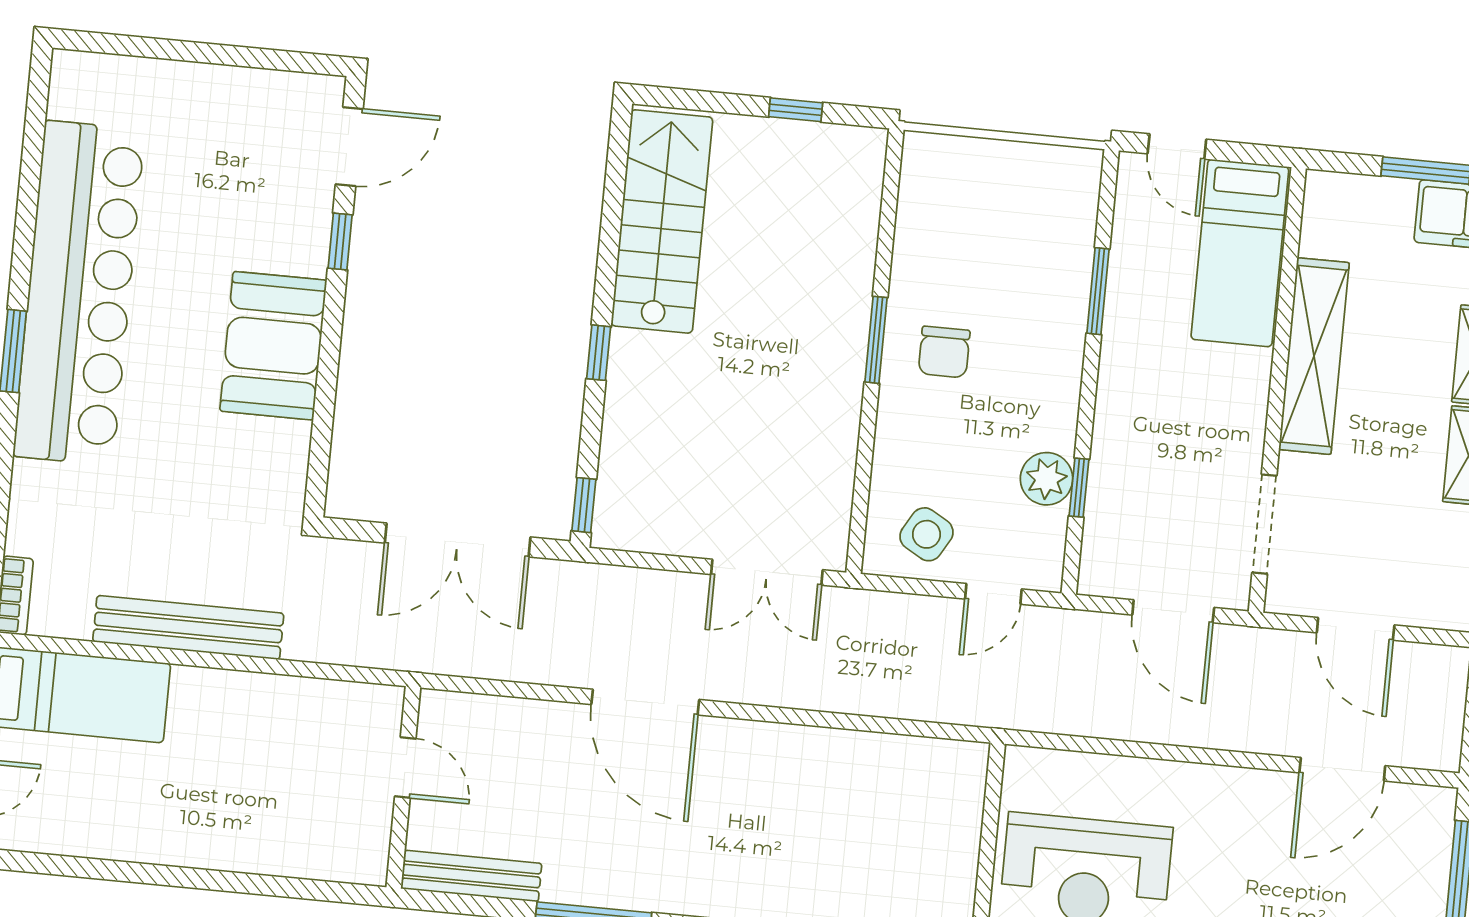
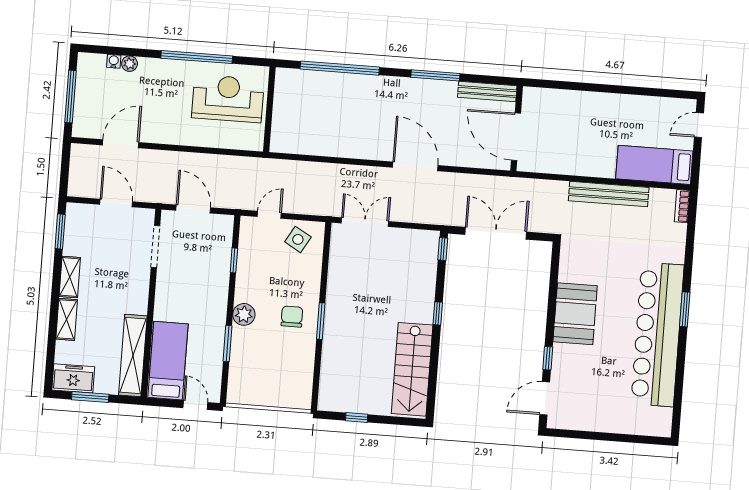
shelving: (1314, 356) -> (133, 356), moved
plant: (1046, 479) -> (244, 314), moved
door: (405, 768) -> (516, 137), width x1.87

